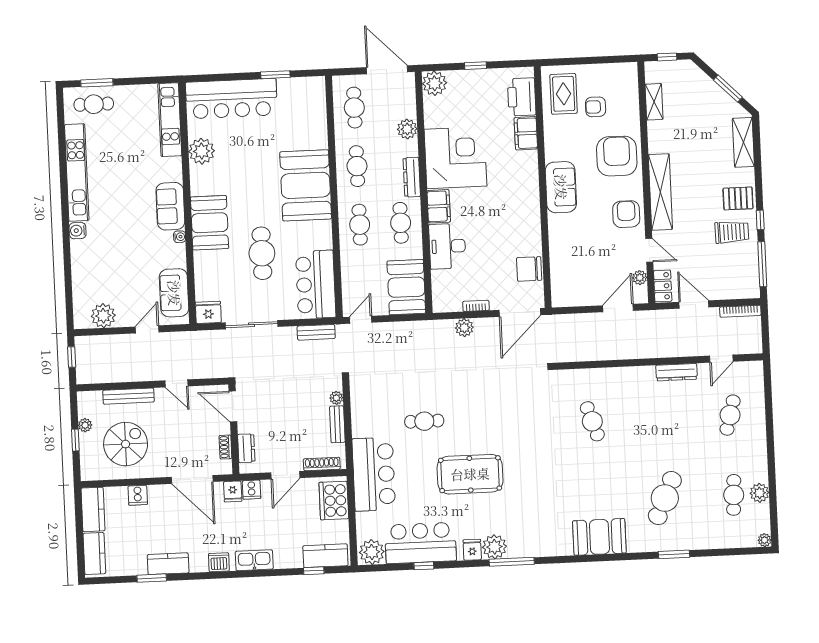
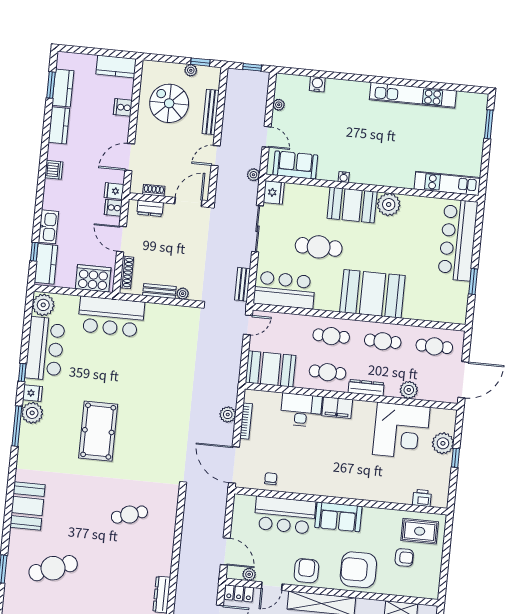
plant: (435, 83) -> (443, 443), moved
printer: (522, 97) -> (422, 498), width x0.53, depth x0.68
cafe table: (94, 104) -> (471, 119), removed
armchair: (596, 107) -> (404, 557), turned 90
filing cabinet: (526, 133) -> (390, 493), removed
plant: (202, 151) -> (389, 205), moved
armchair: (617, 156) -> (358, 570), turned 180
corner desk: (456, 158) -> (401, 431), moved
sofa: (170, 206) -> (371, 173), removed
armchair: (626, 214) -> (306, 571), turned -90
water cooler: (78, 231) -> (317, 84), moved
bar counter: (568, 247) -> (285, 515), added
chair: (529, 269) -> (271, 479), width x0.54, depth x0.54
bookcase: (476, 306) -> (246, 421), width x1.56
plant: (103, 316) -> (279, 105), width x0.53, depth x0.53
door: (361, 320) -> (248, 325), hinge flipped
plant: (192, 338) -> (253, 175), added
cafe table: (424, 421) -> (151, 368), removed
window: (75, 440) -> (200, 62), moved
spiral stairs: (126, 444) -> (169, 103), turned 180
pool table: (470, 474) -> (98, 431), moved
door: (192, 479) -> (130, 157), width x0.73
cafe table: (665, 498) -> (53, 568), turned -45
kitchen counter: (94, 553) -> (63, 88), moved, turned -90
kitchen sink: (254, 560) -> (49, 227), moved
window: (424, 566) -> (22, 372), moved
window: (152, 578) -> (51, 85), moved

